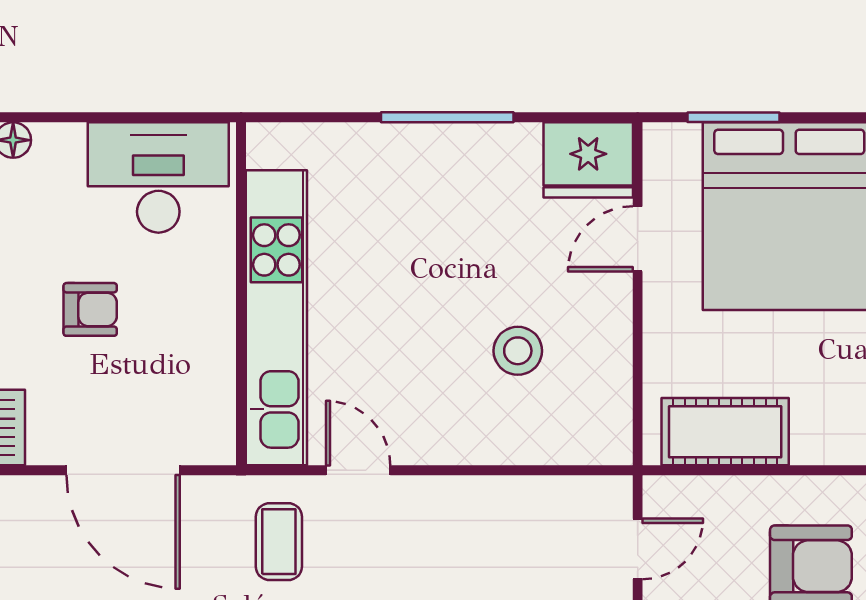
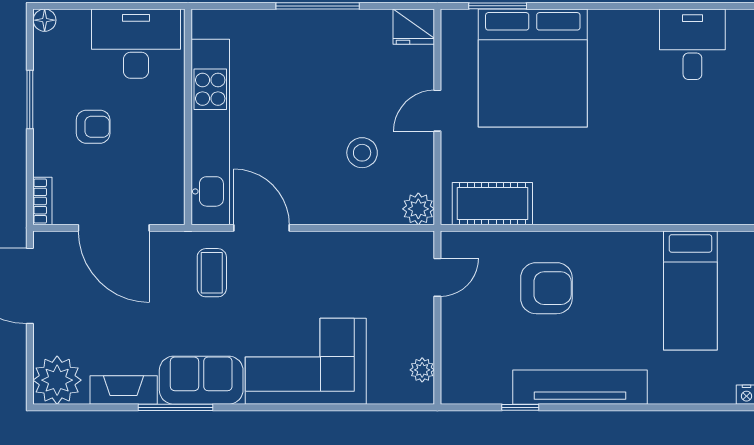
fridge: (588, 160) -> (414, 27), width x0.73, depth x0.75
door: (638, 239) -> (437, 111), moved
plant: (607, 440) -> (418, 209), added
door: (358, 470) -> (262, 228), width x1.38

